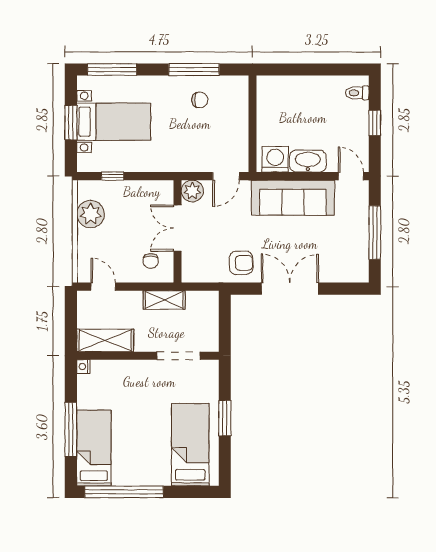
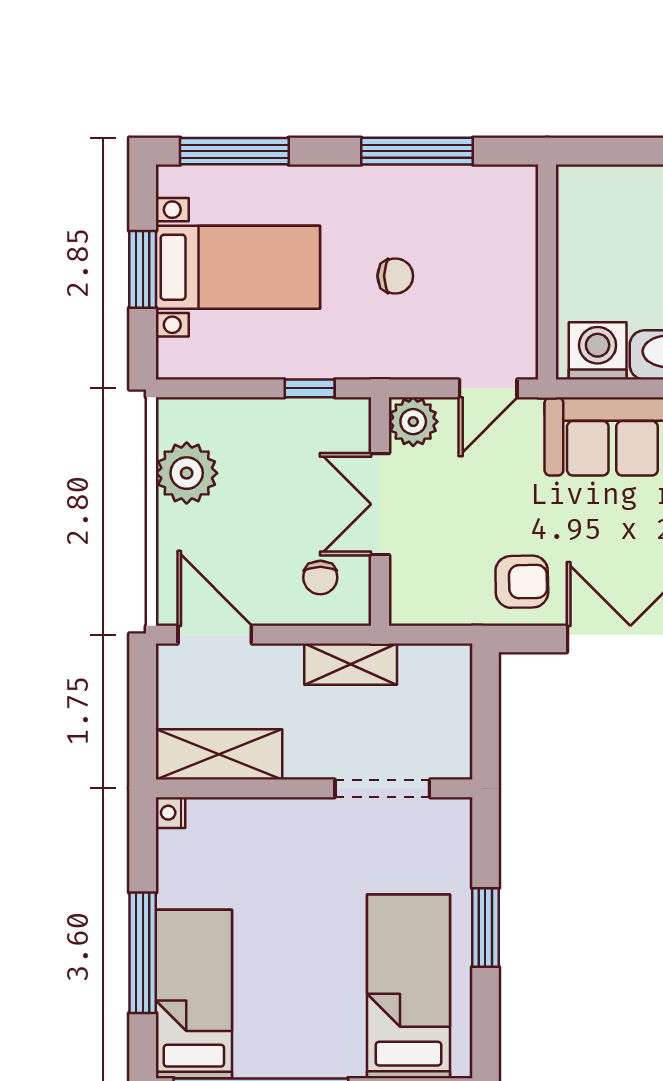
chair: (200, 100) -> (395, 276), moved
window: (112, 176) -> (310, 388), moved
door: (103, 287) -> (215, 635), width x1.38

